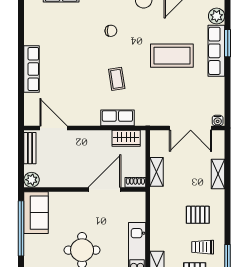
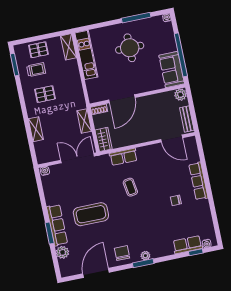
chair: (111, 31) -> (176, 200), moved
double door: (191, 128) -> (78, 158), moved
wardrobe: (126, 138) -> (104, 139), moved, turned 90

